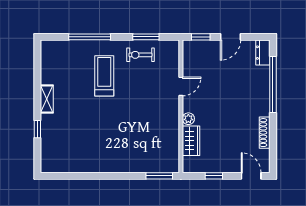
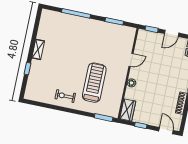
exercise bike: (140, 55) -> (65, 96), moved
treadmill: (104, 76) -> (94, 83), moved, width x1.37, depth x1.37
wardrobe: (191, 141) -> (128, 110), moved

